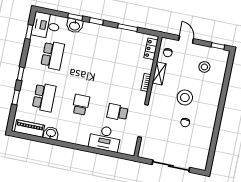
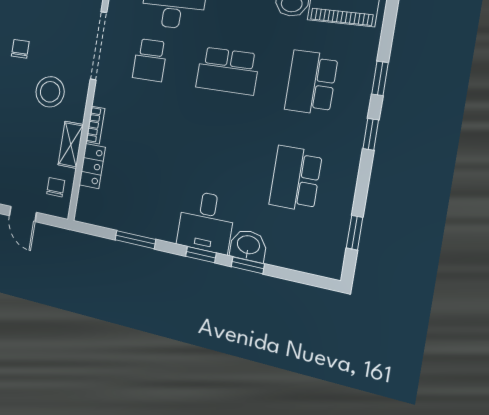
desk: (46, 26) -> (206, 222), moved, turned 90
locker: (151, 49) -> (92, 166), moved
stool: (185, 97) -> (50, 92), moved
school desk: (81, 105) -> (228, 71), width x1.85
school desk: (117, 112) -> (150, 60), turned 90

